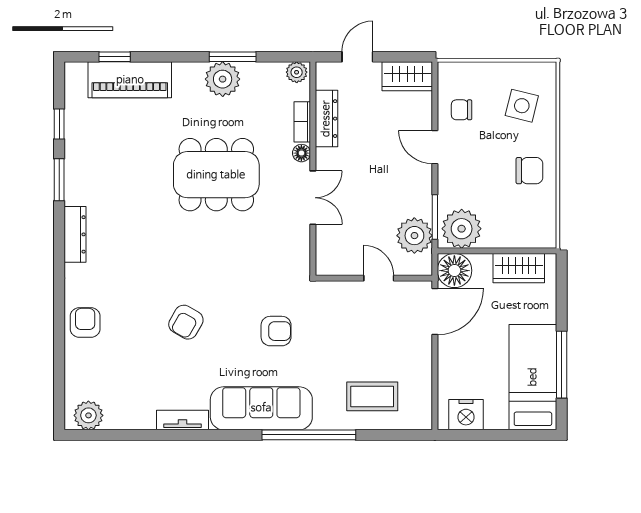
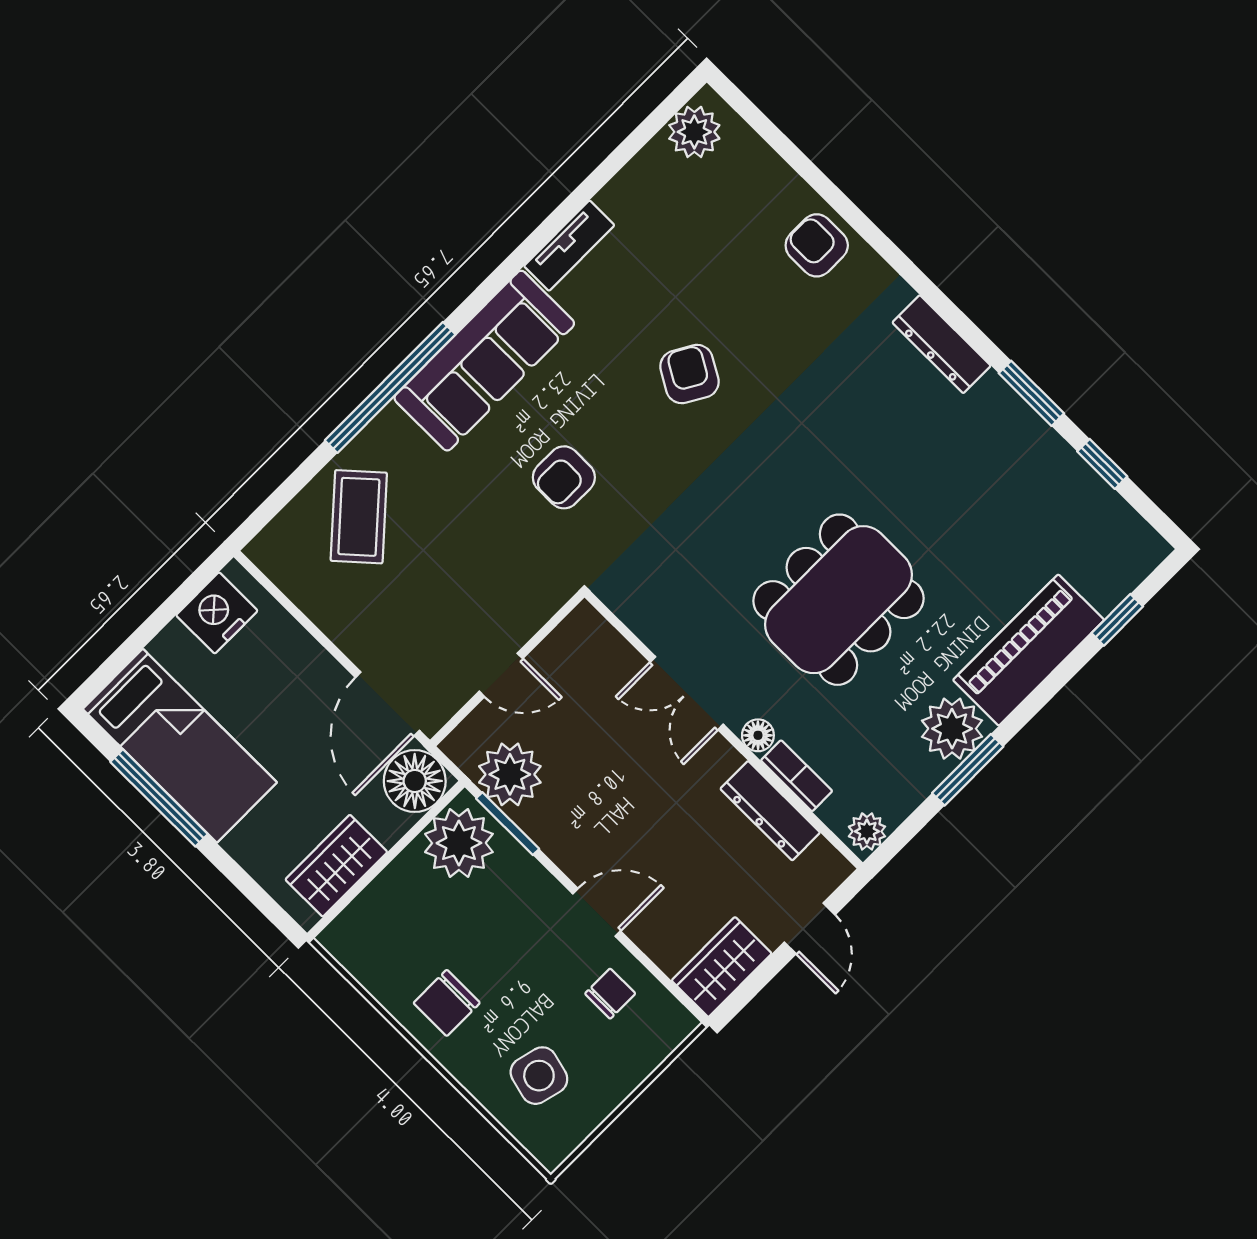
piano: (130, 80) -> (1029, 650), moved
armchair: (85, 323) -> (817, 245), turned 180
coffee table: (372, 396) -> (359, 517), turned -42

